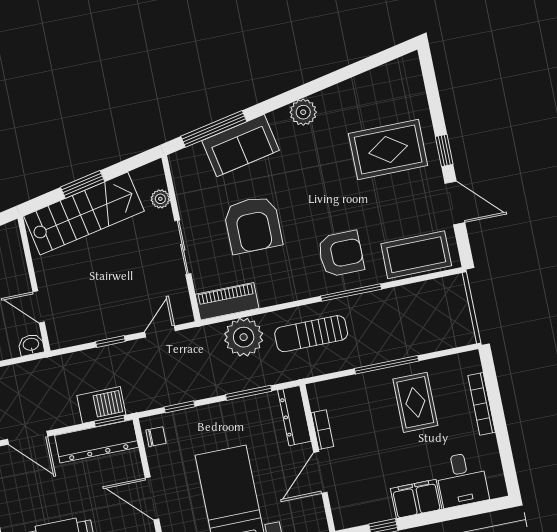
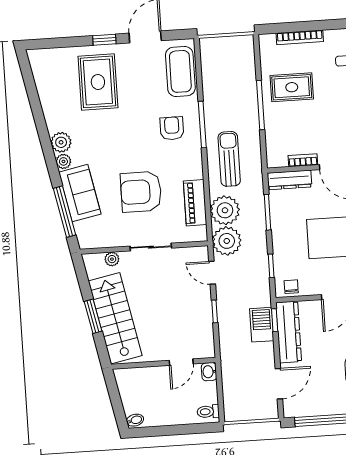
plant: (279, 119) -> (63, 161), added
armchair: (253, 225) -> (141, 192), turned 180
armchair: (341, 254) -> (172, 128), width x0.72, depth x0.72
piano: (227, 301) -> (195, 203), moved
sun lounger: (311, 334) -> (229, 159), turned 180
plant: (204, 345) -> (227, 241), added

